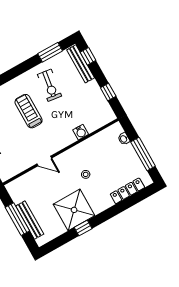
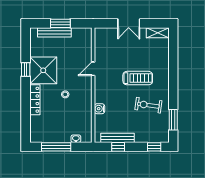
bench: (81, 64) -> (118, 138), moved
locker: (127, 191) -> (35, 100), moved
window: (17, 219) -> (60, 23), width x0.69

